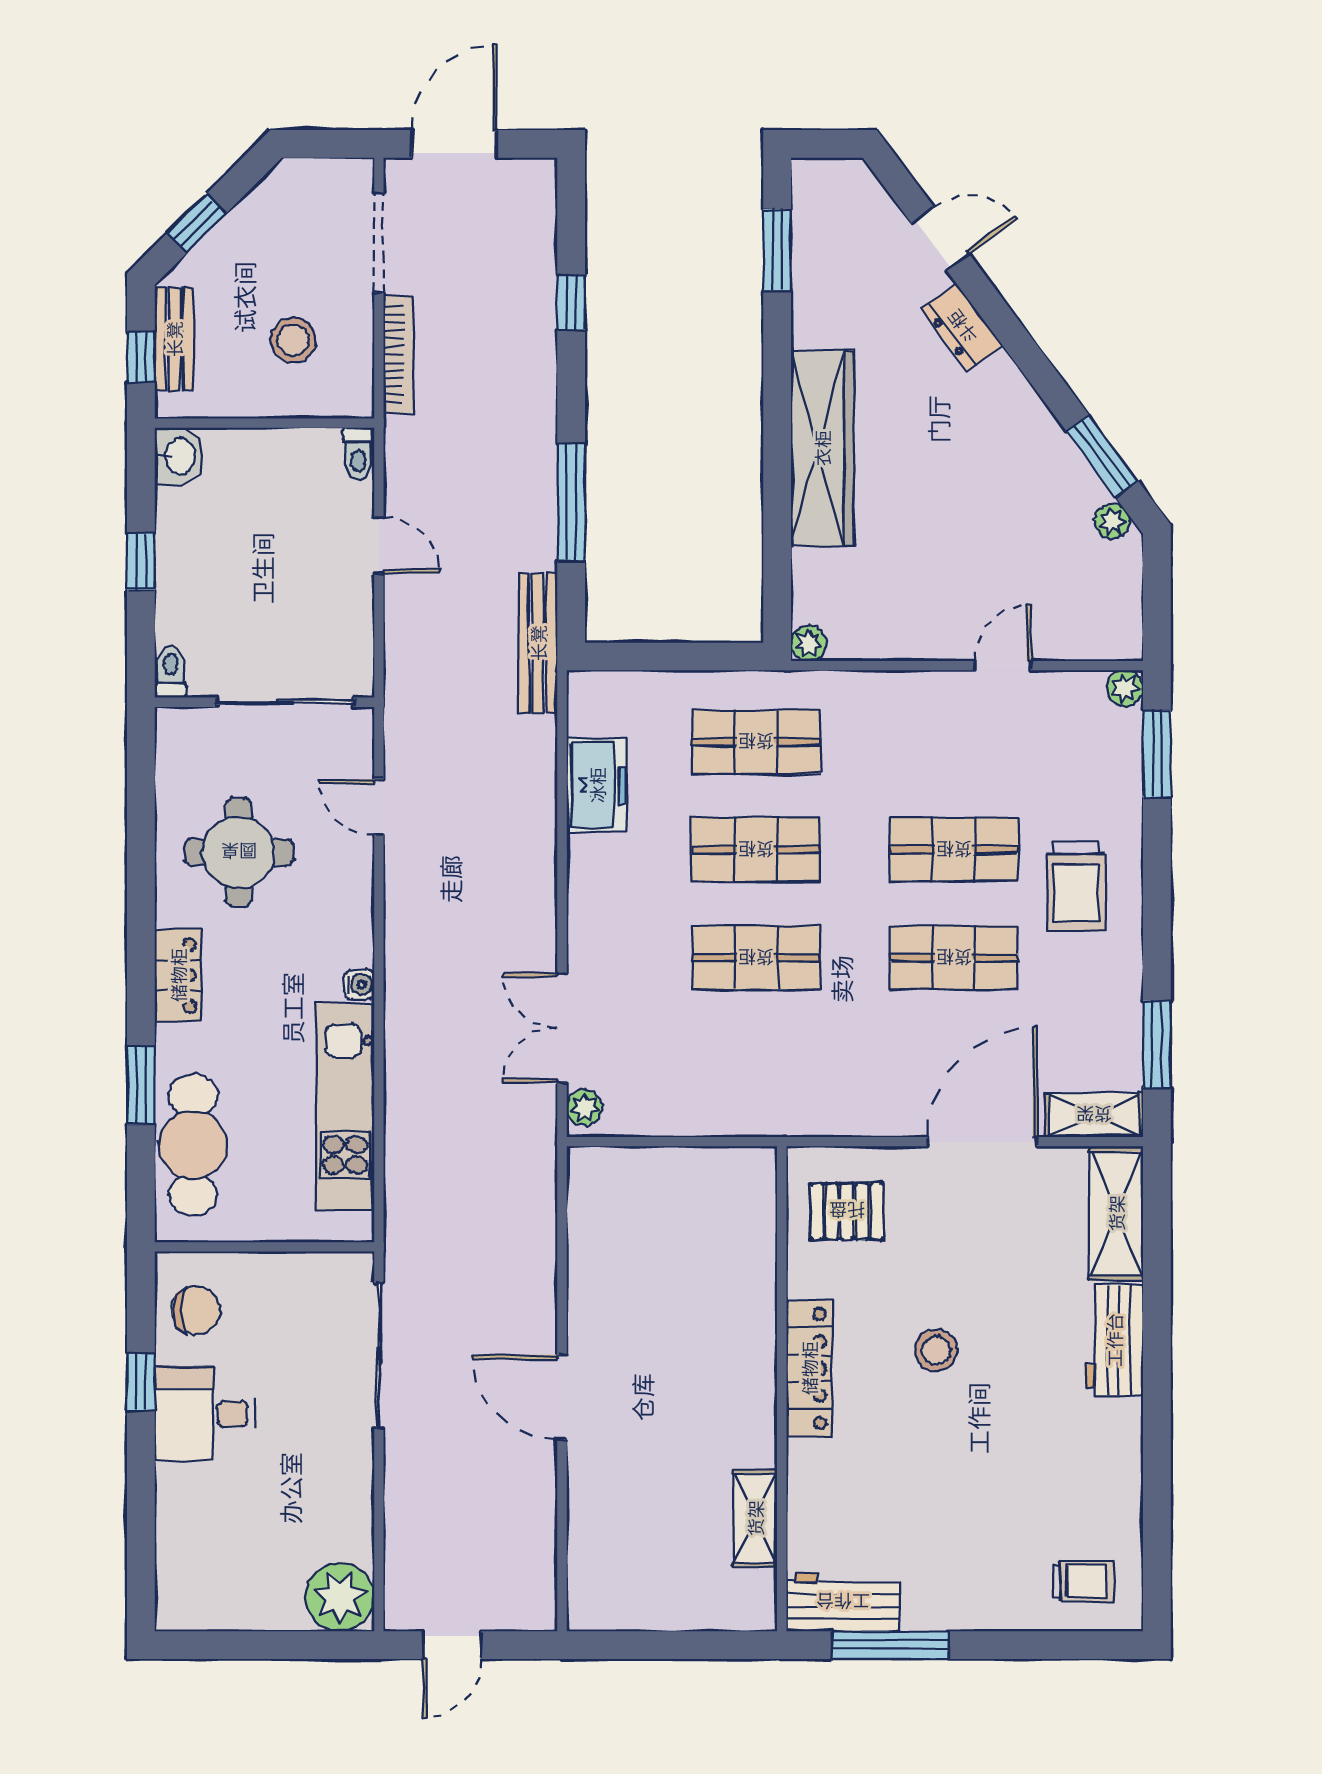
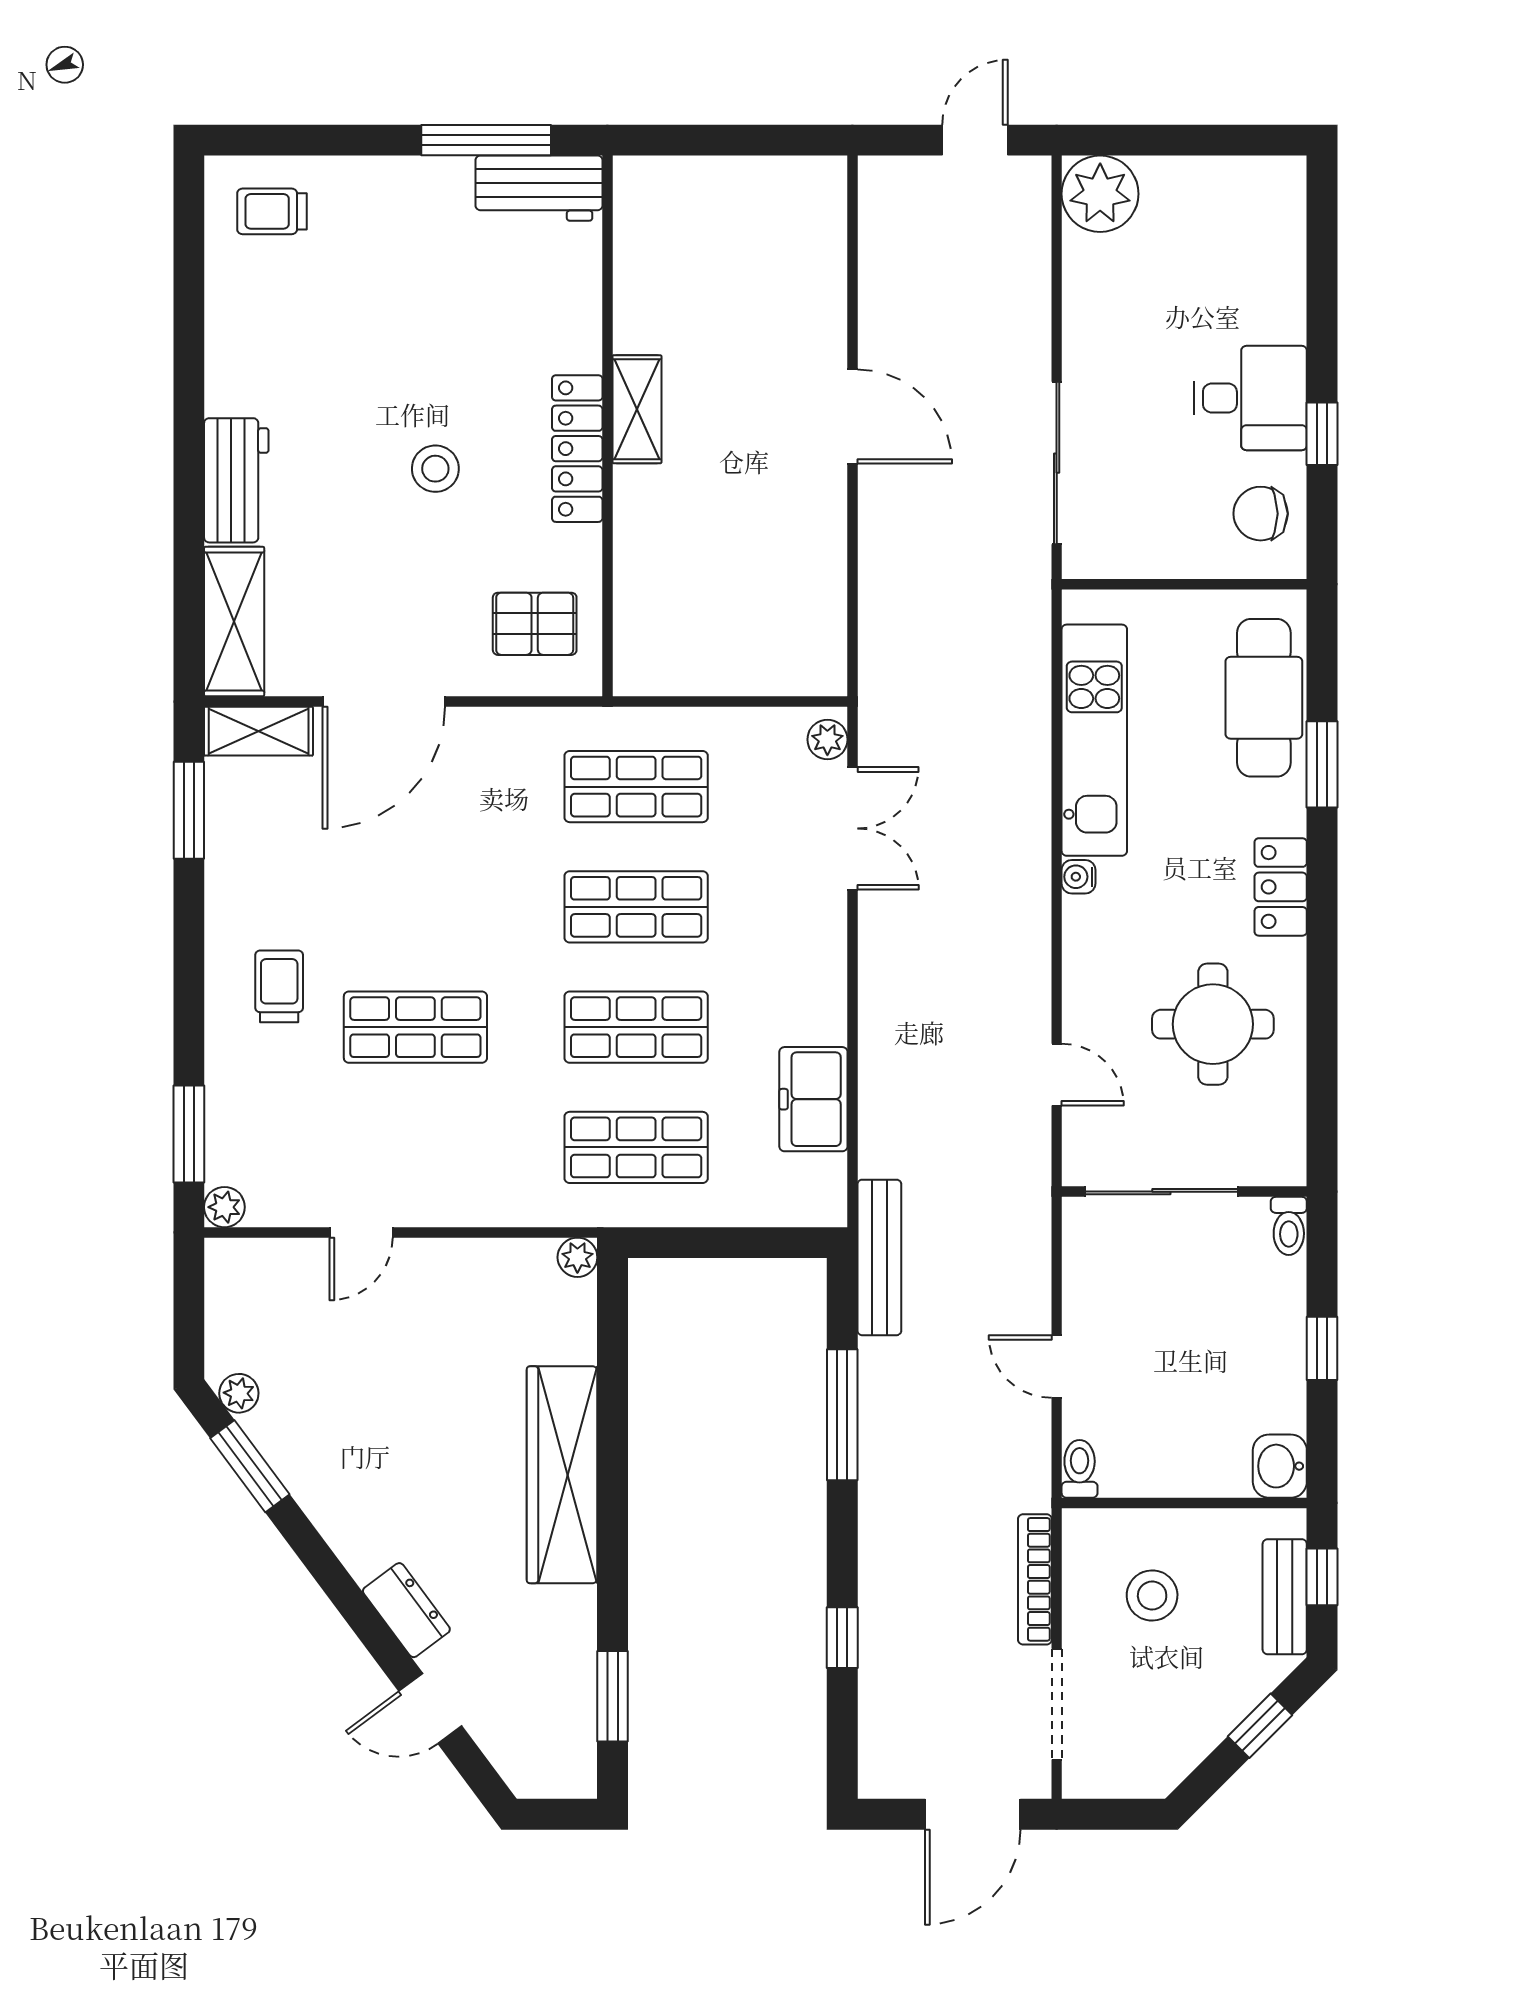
trolley: (1076, 886) -> (279, 986), width x0.73, depth x0.72
shop shelf: (954, 958) -> (636, 787), moved
shelving: (755, 1518) -> (637, 409), moved

